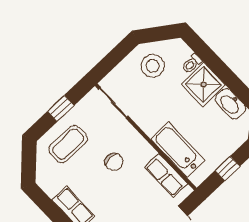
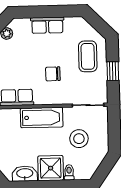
stool: (153, 66) -> (79, 139), moved
bathtub: (178, 150) -> (42, 118), moved

